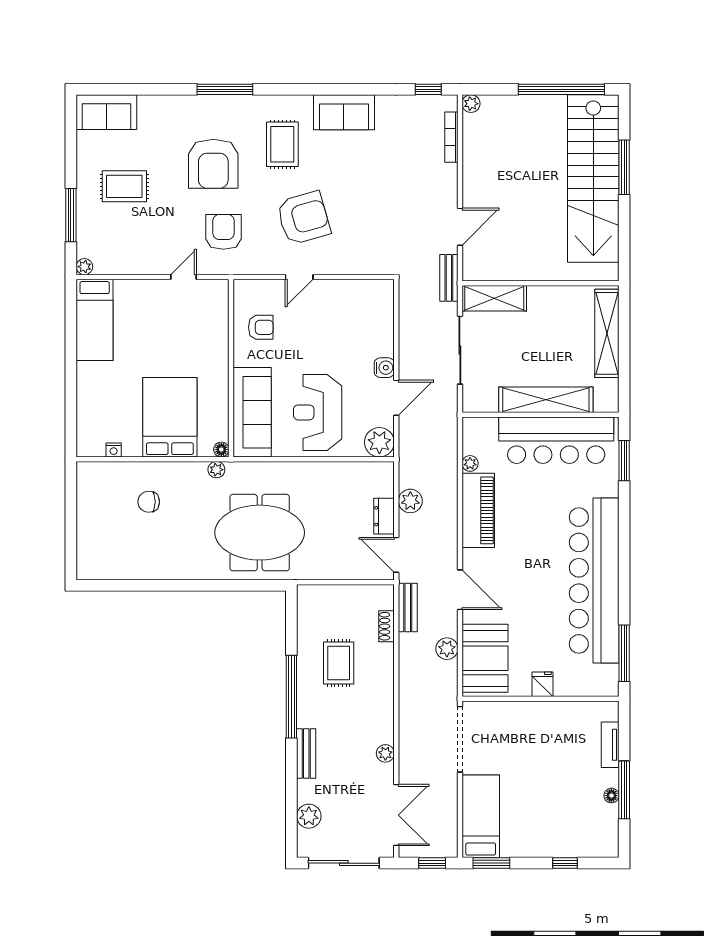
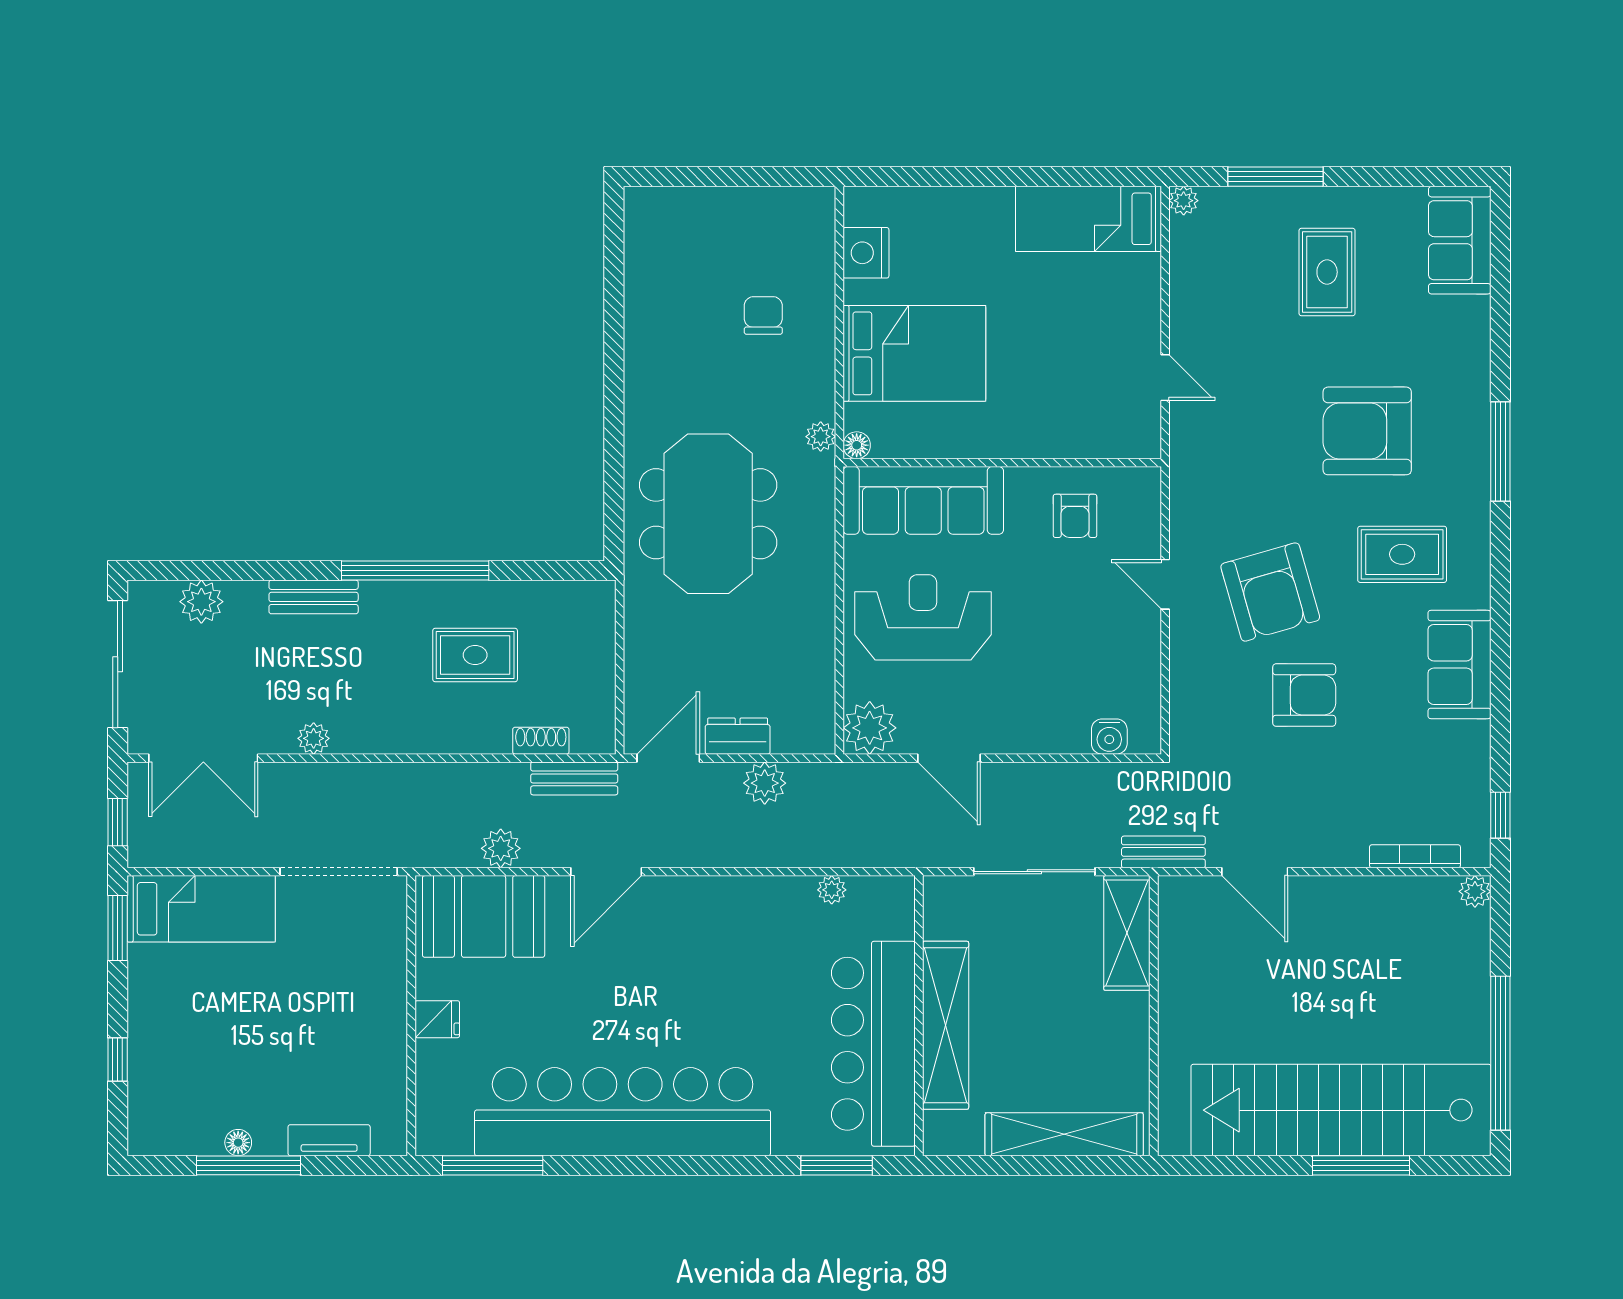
armchair: (223, 232) -> (1304, 695), moved
water cooler: (384, 368) -> (1109, 737), moved
nightstand: (114, 450) -> (866, 253), width x1.89, depth x1.79
piano: (478, 510) -> (748, 904), removed

